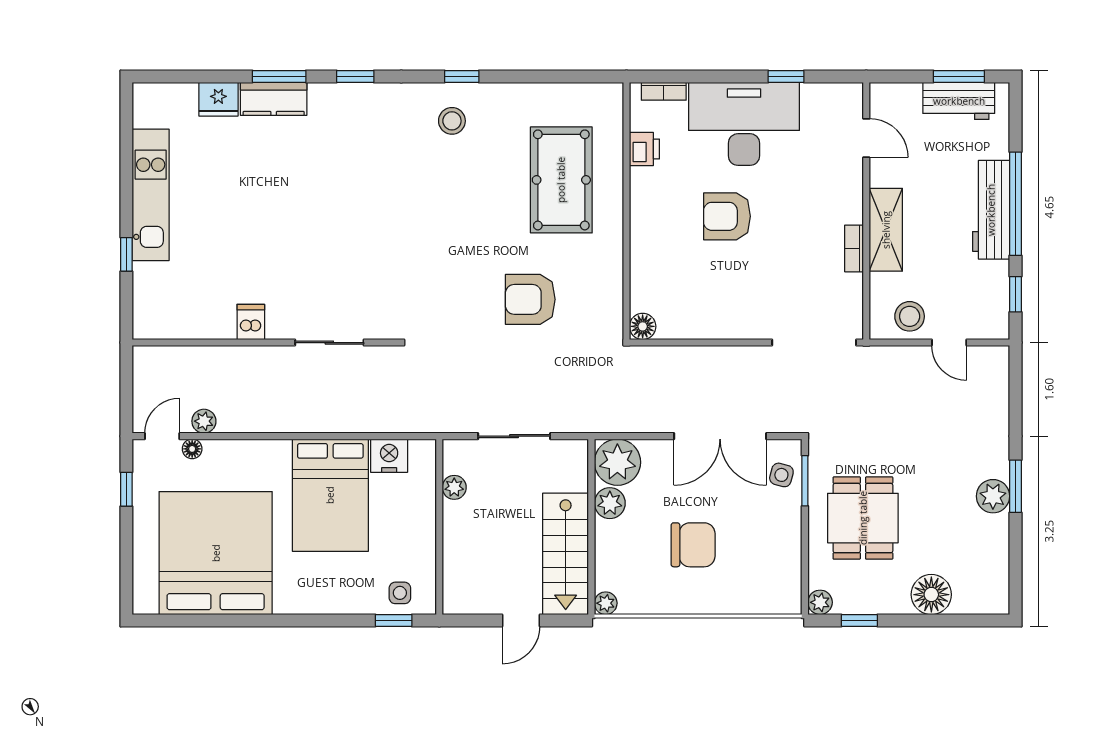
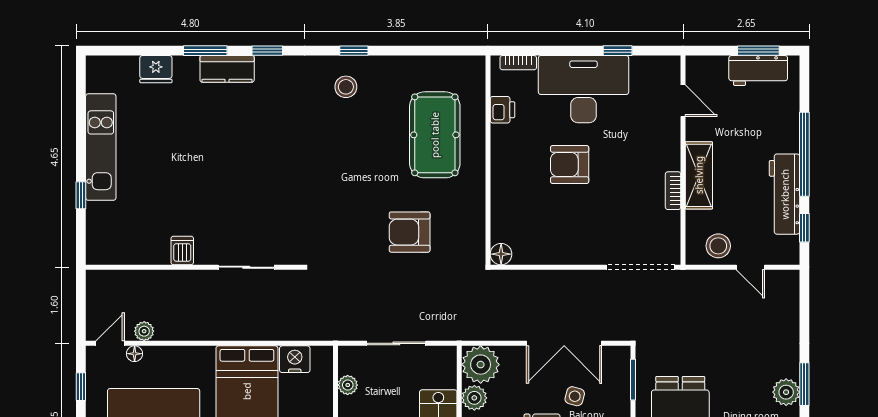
kitchen counter: (274, 99) -> (227, 69), moved
workbench: (991, 210) -> (785, 194), moved
side table: (781, 475) -> (575, 396), moved

